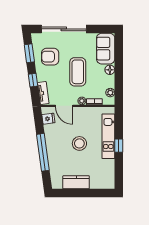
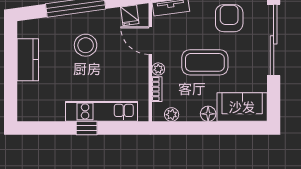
door: (64, 106) -> (150, 41), hinge flipped
stool: (79, 143) -> (86, 45), moved

